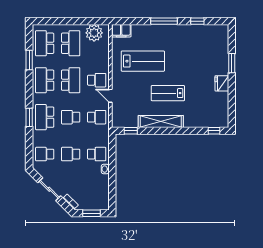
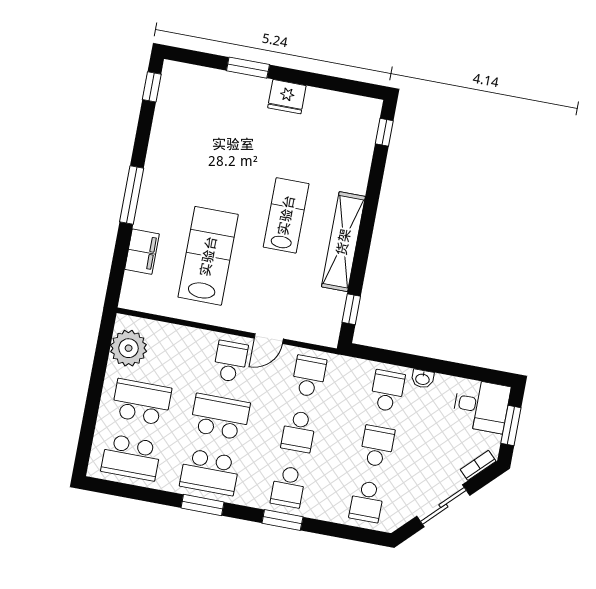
window: (197, 21) -> (152, 87), moved
filing cabinet: (121, 31) -> (142, 252), moved
window: (29, 60) -> (203, 505), moved
lab bench: (168, 93) -> (286, 215), turned 180
school desk: (45, 117) -> (288, 487), width x0.54
school desk: (71, 154) -> (377, 446), turned 180
desk: (98, 198) -> (481, 406), added

